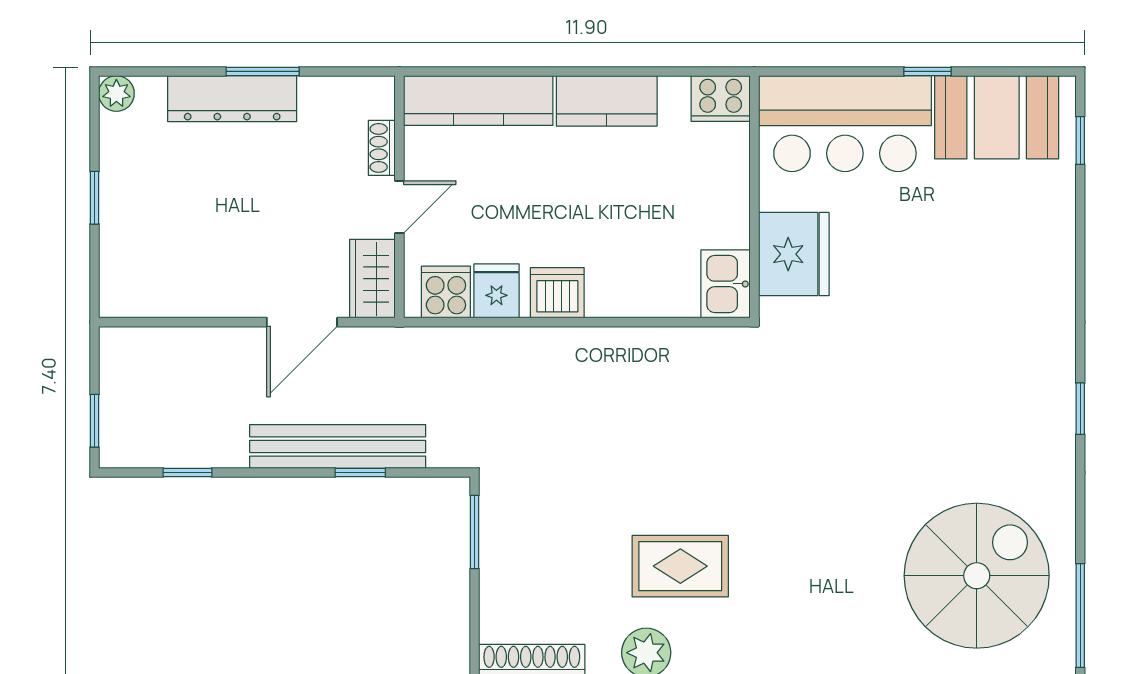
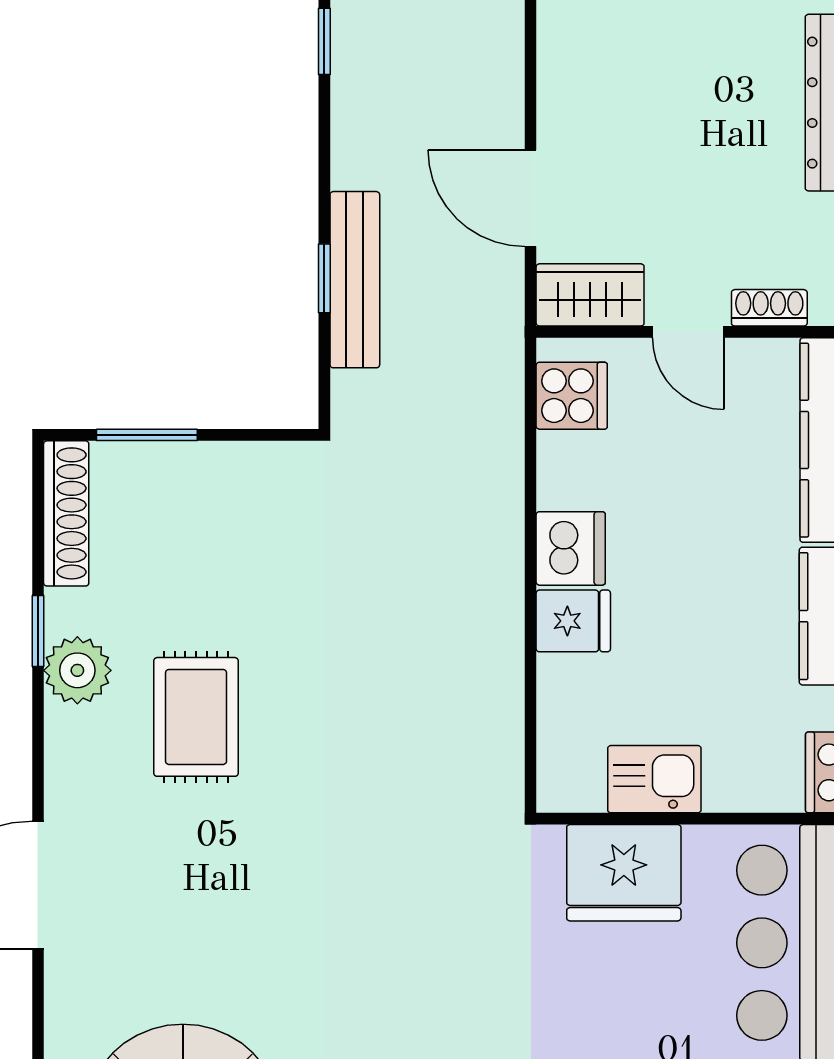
kitchen sink: (726, 284) -> (654, 779), moved
fridge: (496, 291) -> (573, 621), moved
bench: (338, 446) -> (355, 280), width x0.73, depth x0.82
window: (475, 532) -> (147, 435), moved

